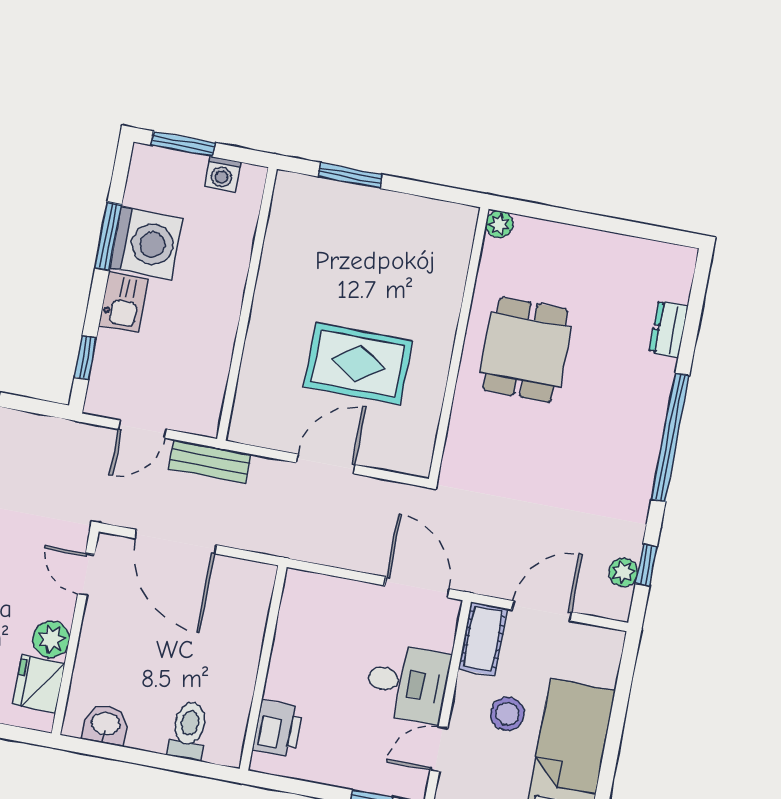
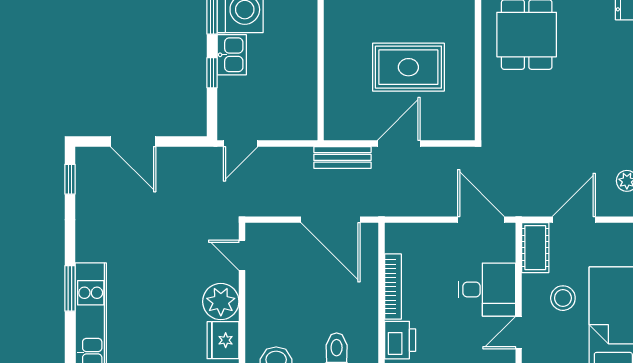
window: (85, 357) -> (212, 73), moved
door: (142, 429) -> (241, 143), moved
bench: (210, 461) -> (342, 157), moved
door: (176, 542) -> (330, 220), moved
plant: (51, 639) -> (221, 302), width x1.36, depth x1.36
bookcase: (281, 655) -> (393, 287), added

